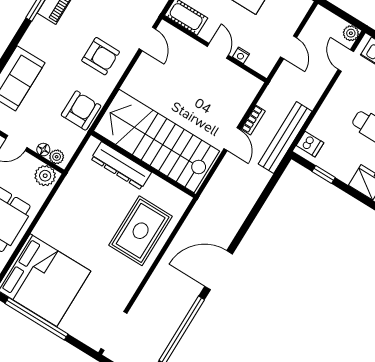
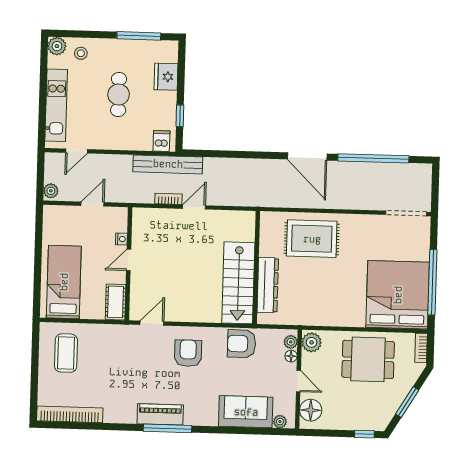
plant: (351, 33) -> (51, 191), moved
stairs: (156, 141) -> (238, 283), width x0.73, depth x0.66

